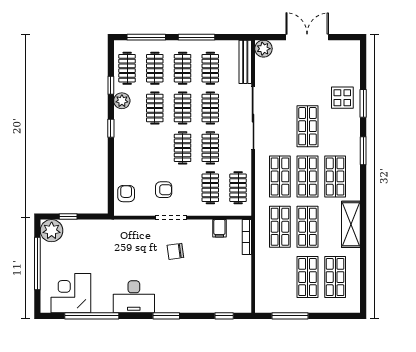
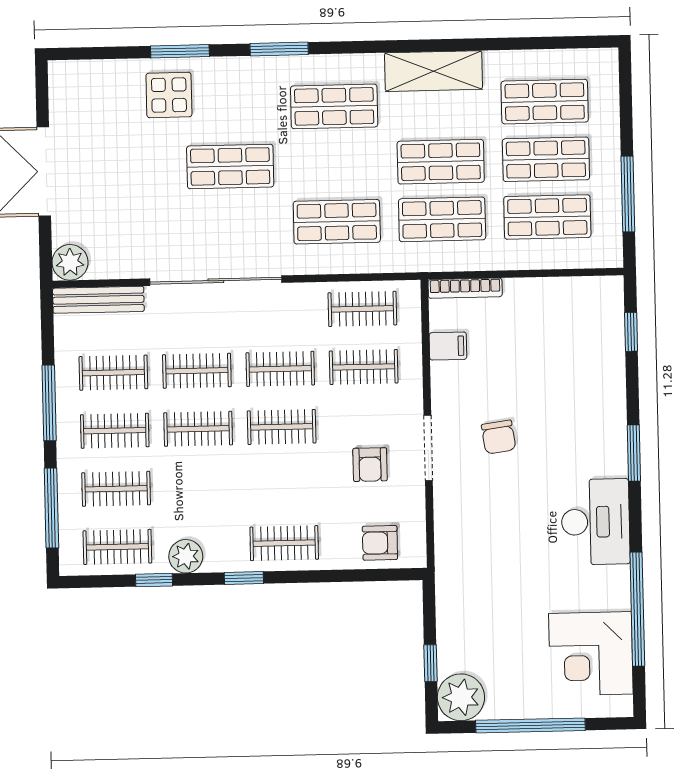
clothes rail: (155, 108) -> (284, 543), moved
shop shelf: (308, 176) -> (547, 217), moved
armchair: (164, 190) -> (370, 465), turned 180

